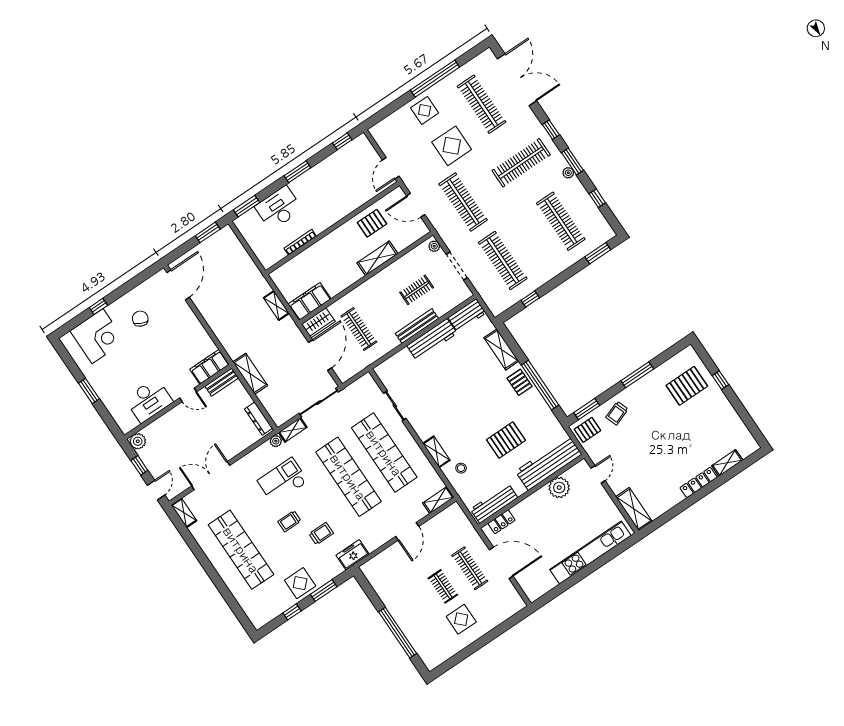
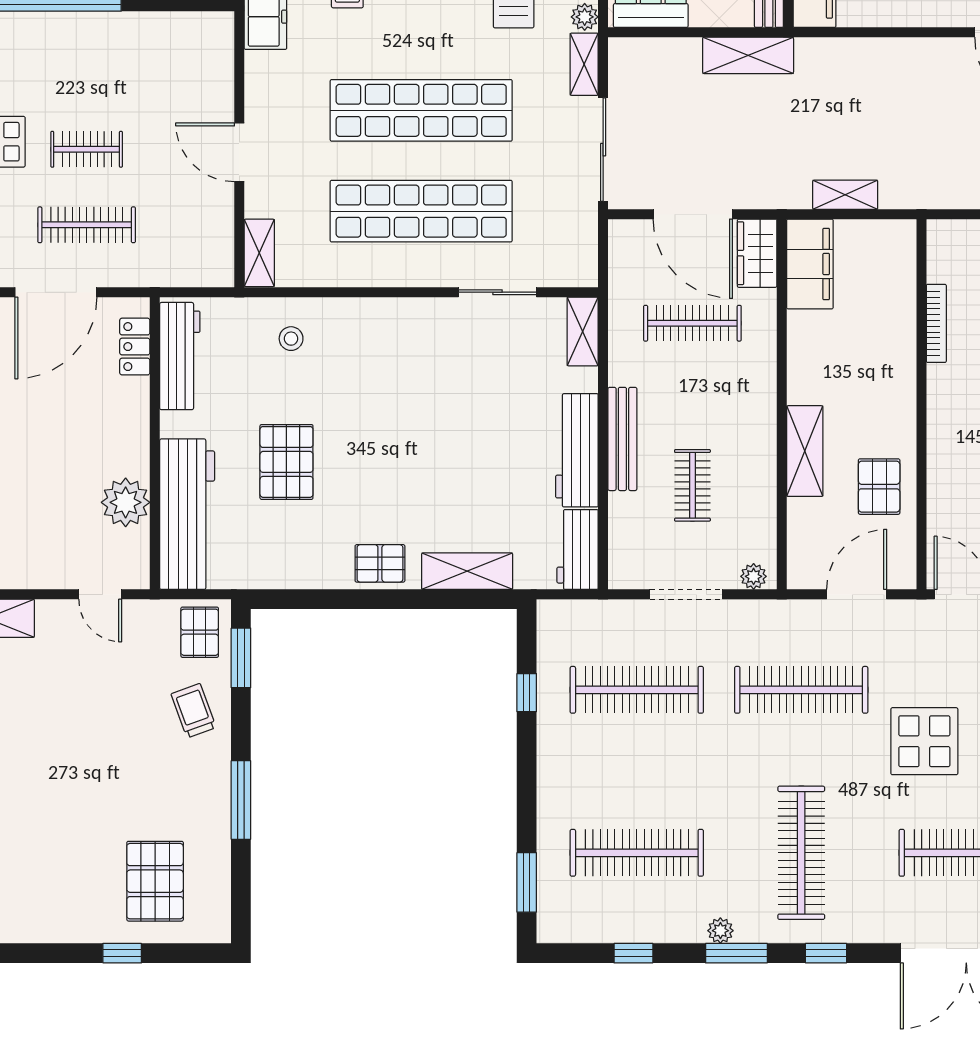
window: (540, 385) -> (348, 599), removed
shelving: (436, 452) -> (583, 331), moved, turned 90

